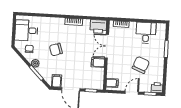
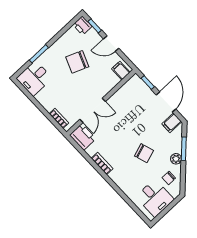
desk: (146, 33) -> (34, 78), moved
filing cabinet: (98, 63) -> (116, 103), removed

